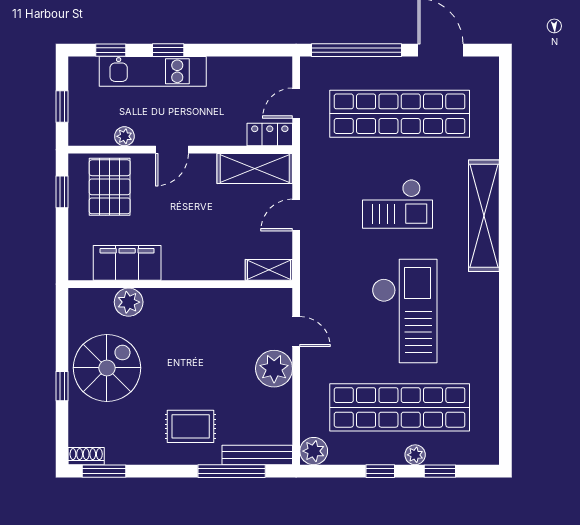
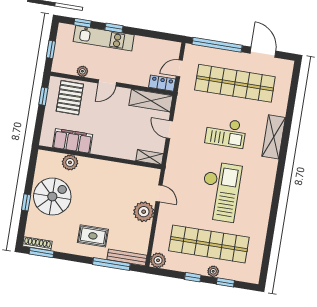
door: (296, 215) -> (169, 130), hinge flipped
shelving: (484, 216) -> (274, 137), width x0.68
shoe rack: (86, 456) -> (37, 244), width x1.43

